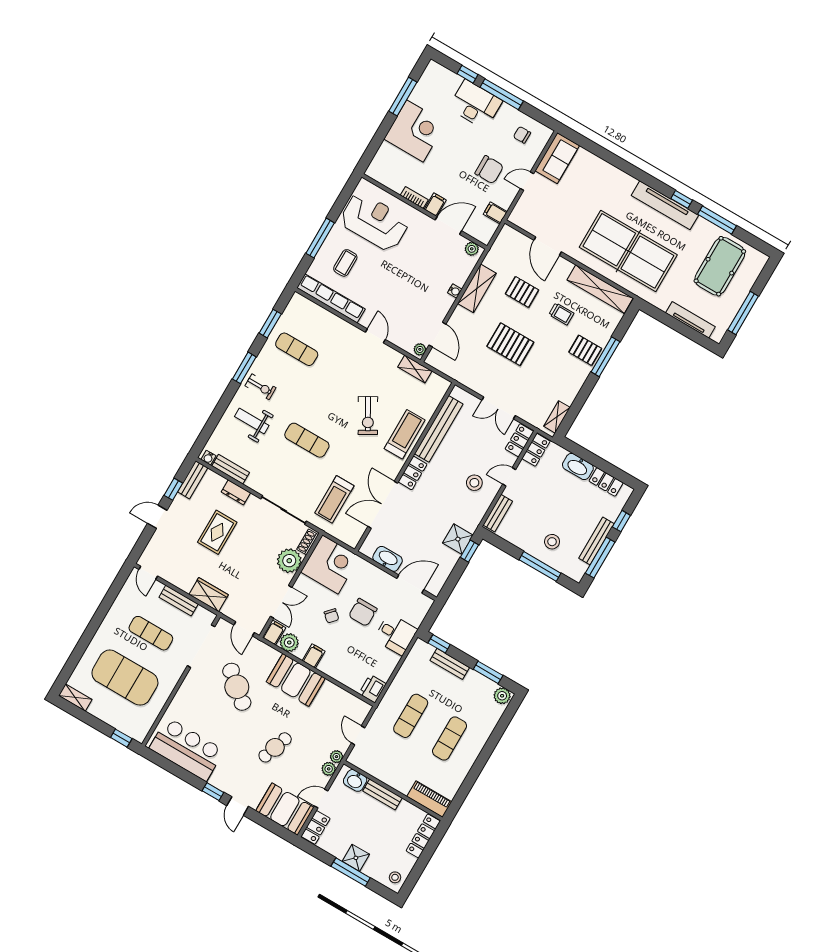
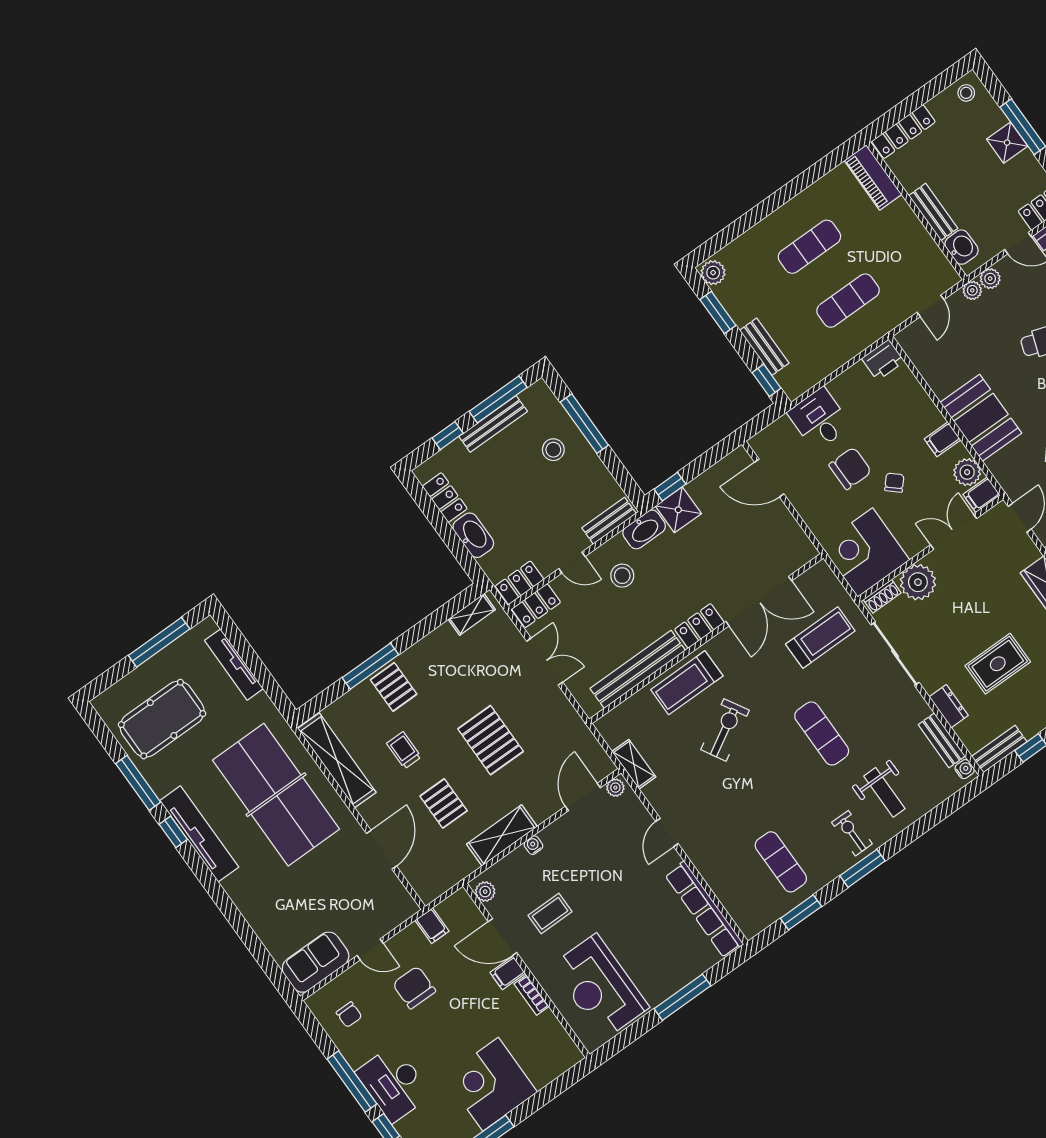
coffee table: (345, 263) -> (550, 913), moved
washbasin: (388, 559) -> (644, 529), moved, turned -90

